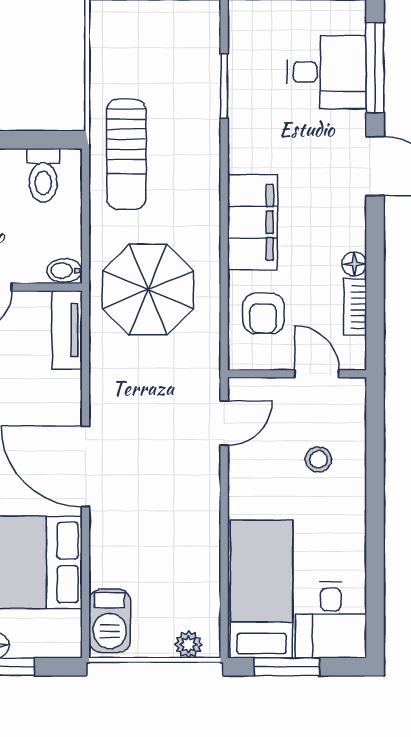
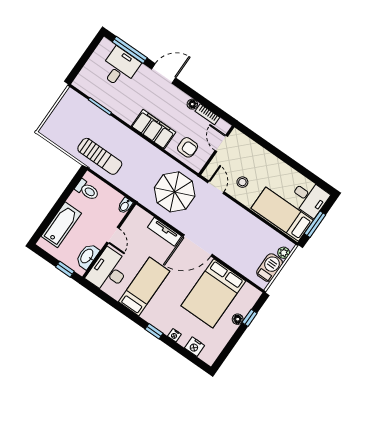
parasol: (148, 290) -> (175, 192), moved
tv unit: (67, 330) -> (164, 232), moved
door: (317, 374) -> (221, 143), hinge flipped
stool: (318, 459) -> (242, 182), moved
barbecue: (110, 621) -> (270, 268), moved, turned -90

